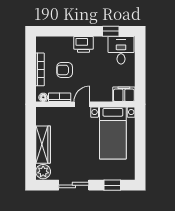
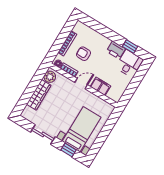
printer: (83, 44) -> (116, 50), moved
filing cabinet: (124, 94) -> (100, 86), moved
bed with nightstands: (113, 133) -> (82, 129), moved, turned 180
plant: (43, 172) -> (50, 77), moved

